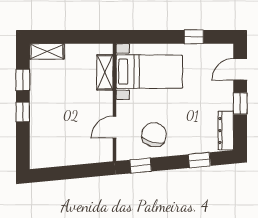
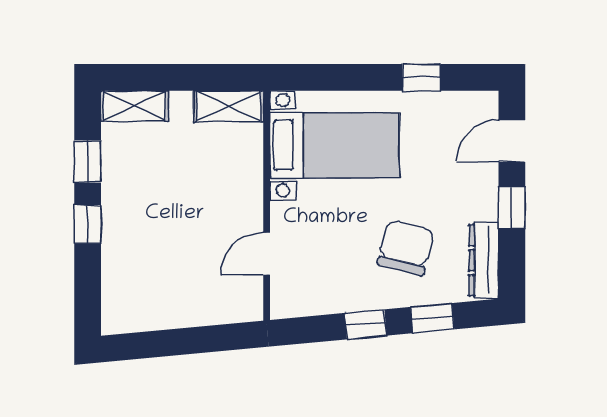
shelving: (105, 72) -> (229, 106), moved, turned 90
chair: (154, 135) -> (406, 248), moved
window: (141, 166) -> (366, 324), moved

